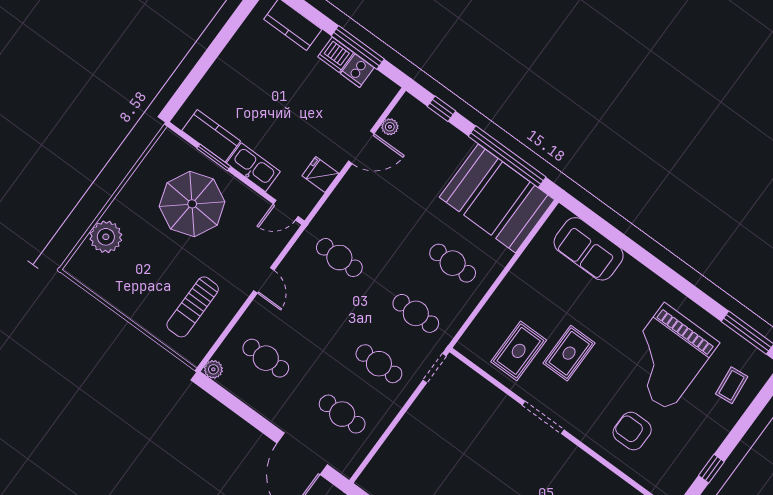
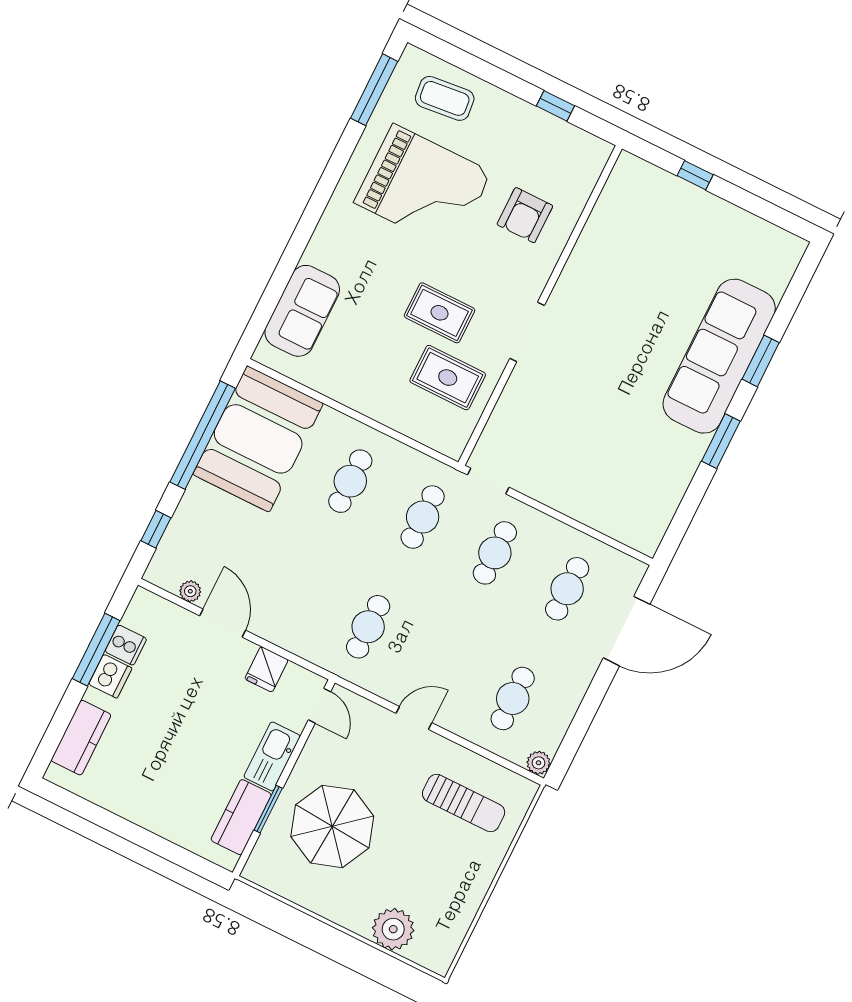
coffee table: (732, 385) -> (445, 98), width x1.36, depth x1.30

